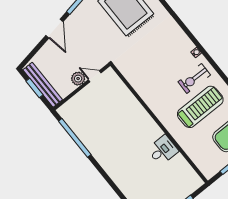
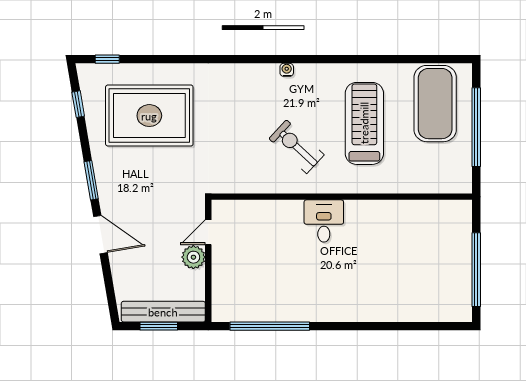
exercise bike: (194, 78) -> (297, 147), moved, turned 132
desk: (163, 150) -> (324, 221), moved

